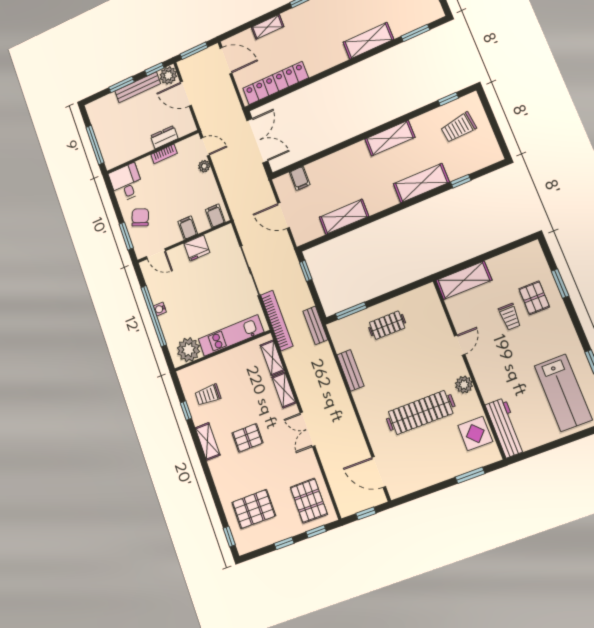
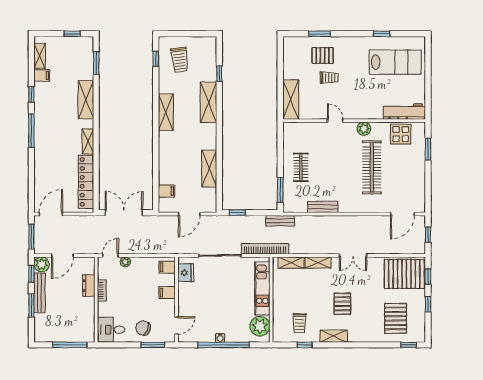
shelving: (268, 27) -> (88, 141), moved
fridge: (197, 248) -> (186, 273), moved
pallet: (309, 501) -> (404, 274), width x1.37, depth x1.41

